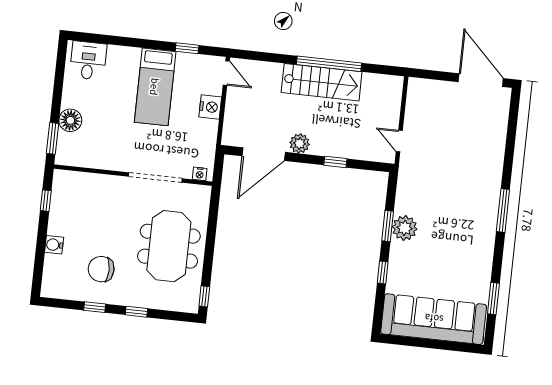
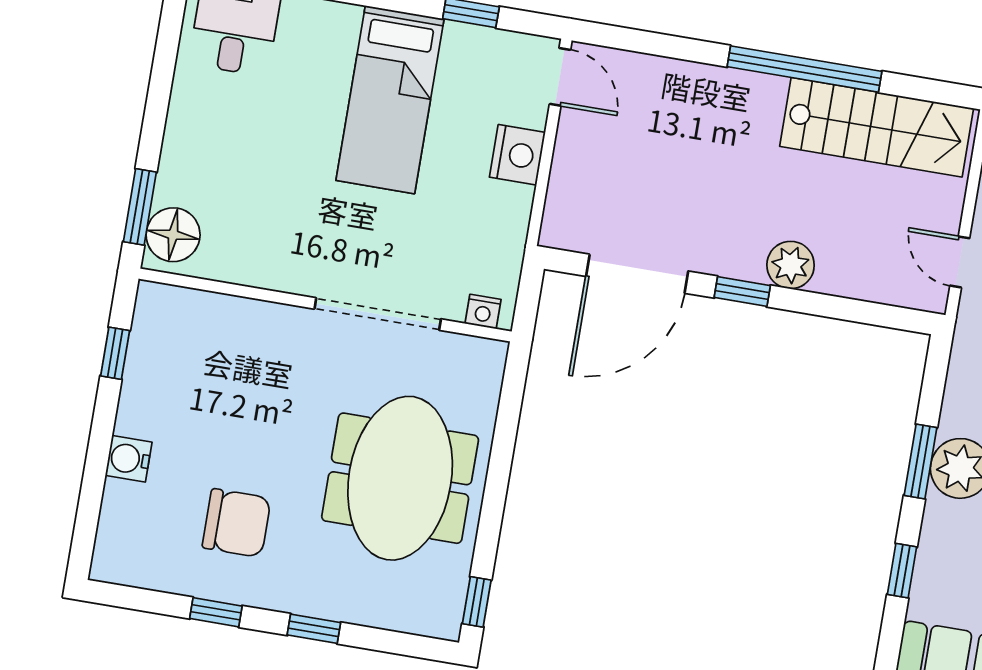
stairs: (322, 82) -> (877, 127), moved
floor lamp: (70, 120) -> (173, 235), moved
plant: (300, 143) -> (791, 265), moved
window: (335, 162) -> (742, 292), moved
chair: (101, 269) -> (237, 523), turned 180

